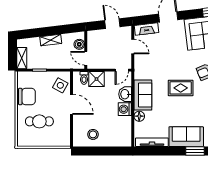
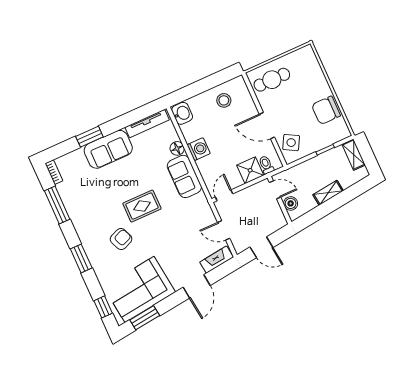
washbasin: (125, 94) -> (182, 113), moved
cafe table: (39, 121) -> (272, 80), moved

